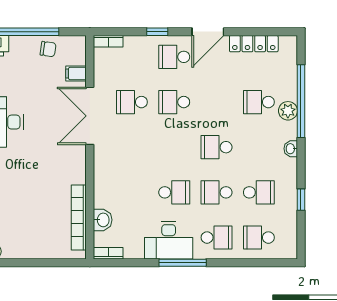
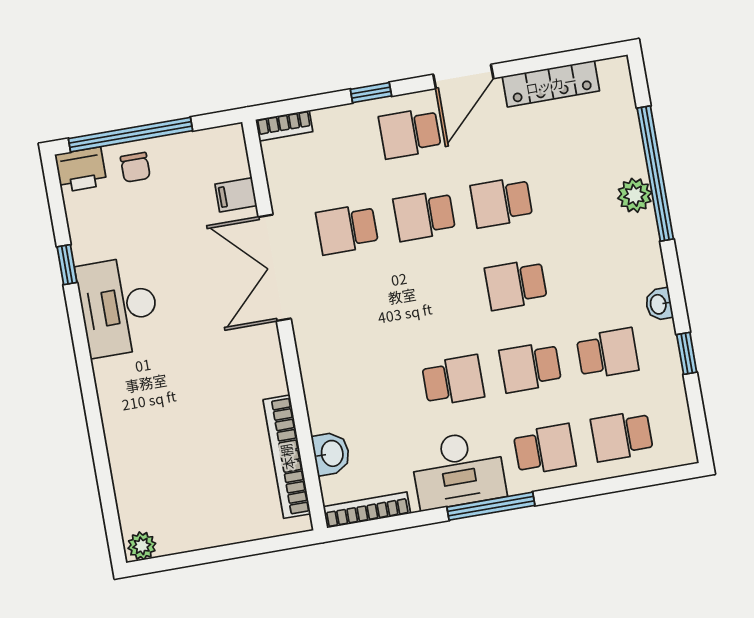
chair: (48, 49) -> (135, 167), moved, turned 82
school desk: (259, 102) -> (501, 202), moved
washbasin: (291, 149) -> (659, 304), moved
bookcase: (108, 253) -> (367, 510), width x1.56

